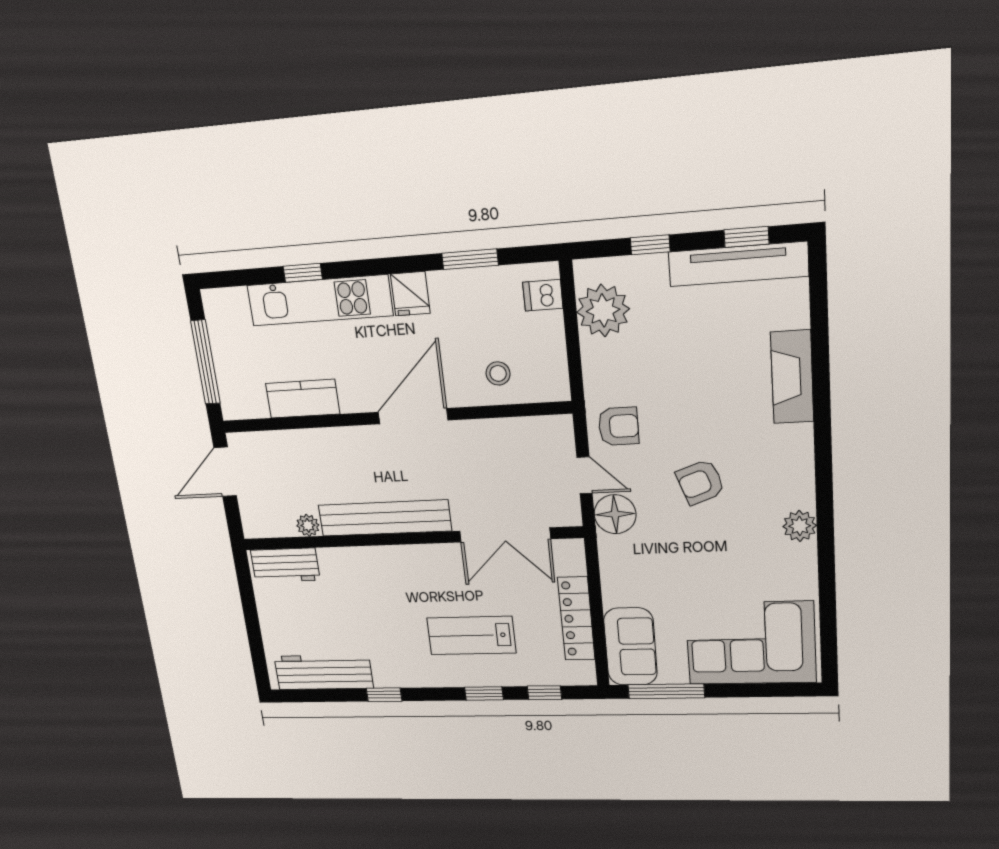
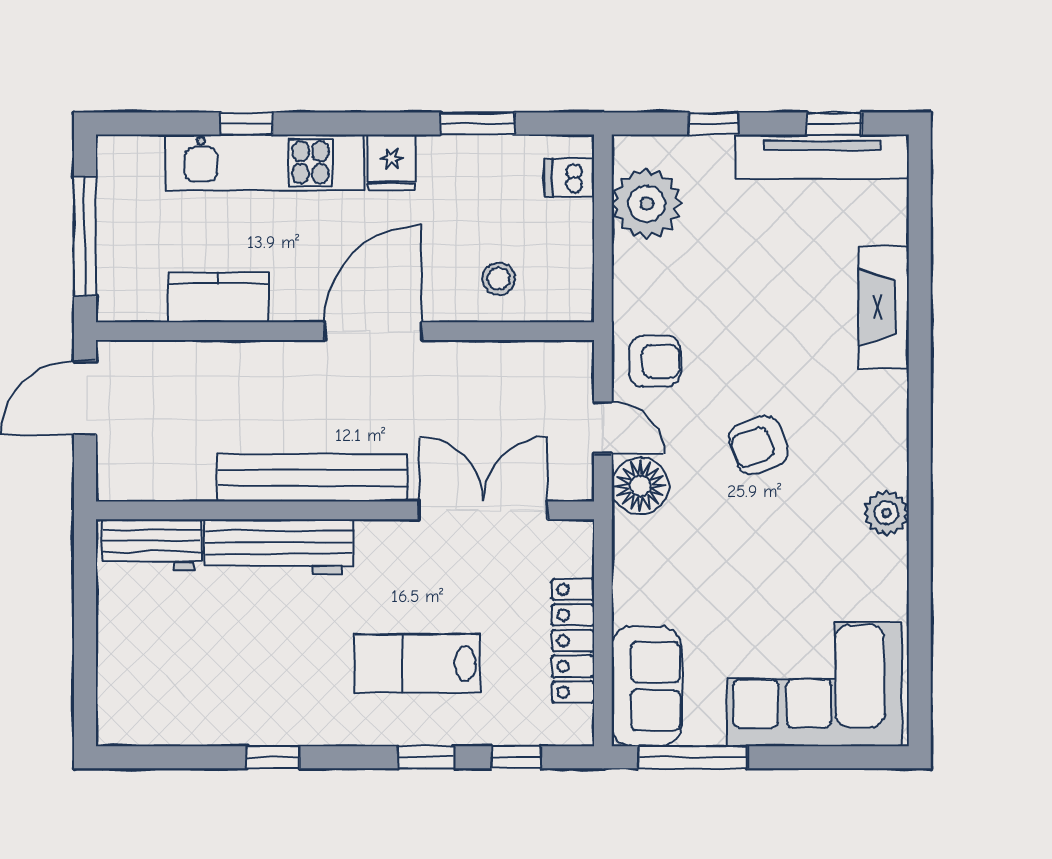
plant: (308, 525) -> (196, 484), removed
double door: (505, 535) -> (483, 510), swing flipped
workbench: (324, 672) -> (279, 547), moved, turned 180

